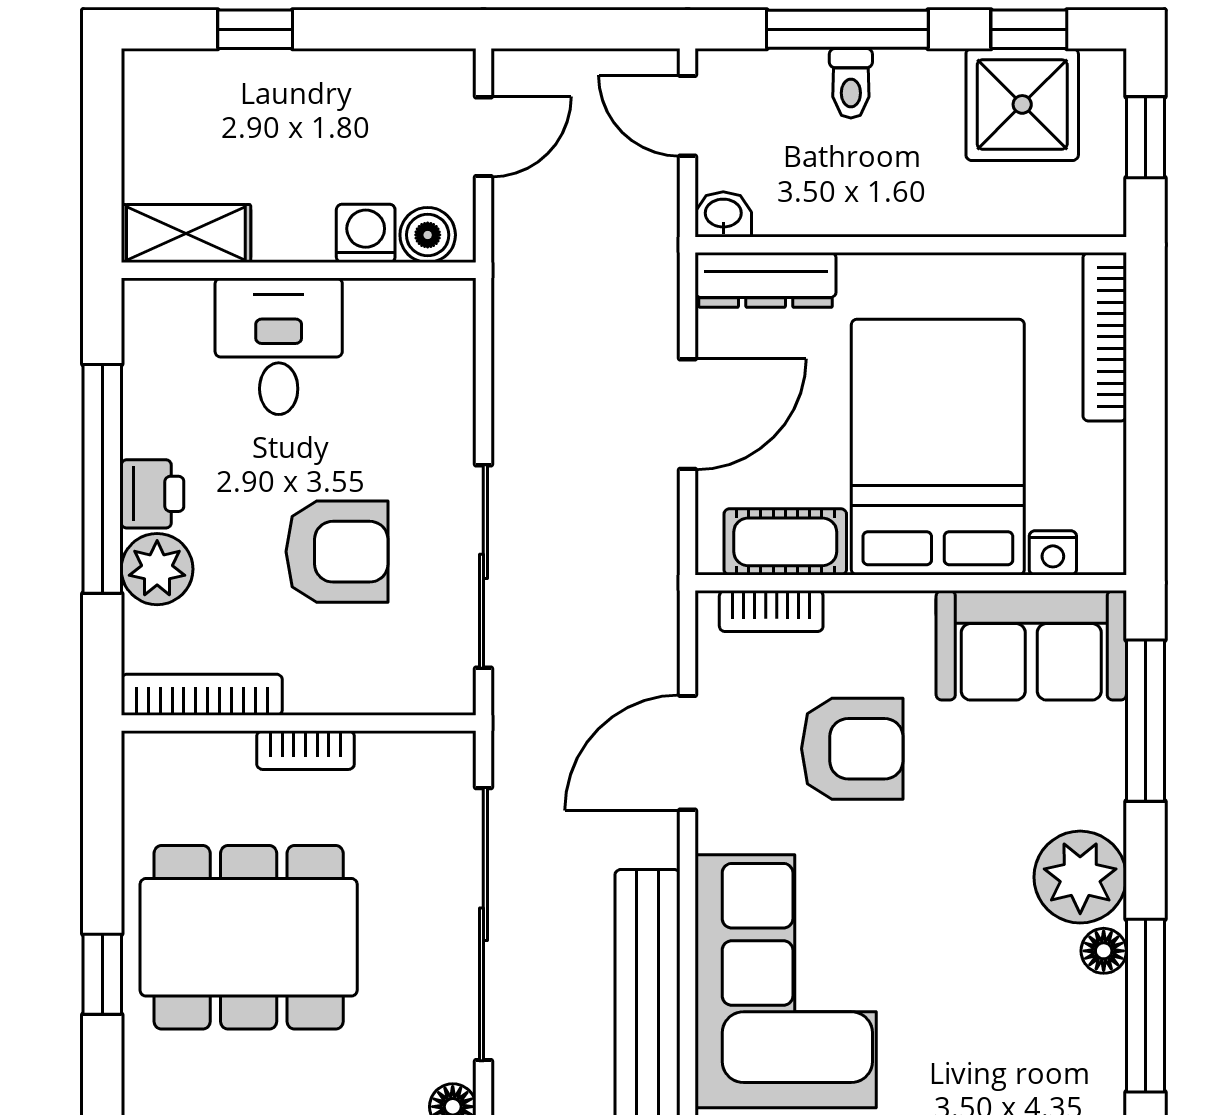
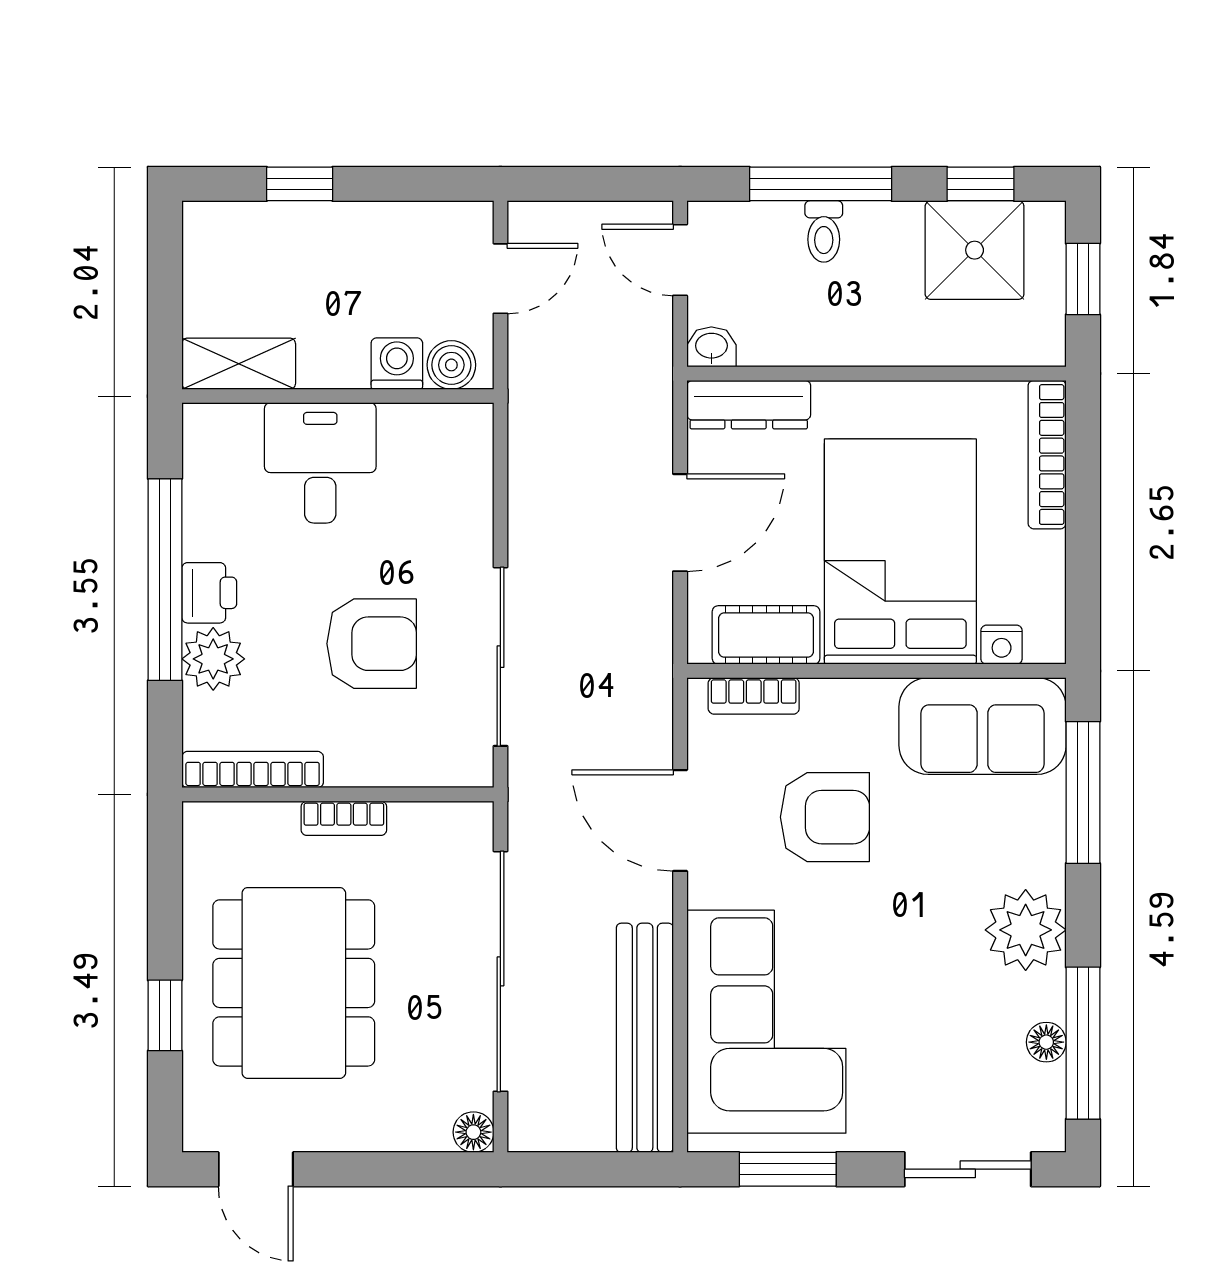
door: (688, 753) -> (680, 821), hinge flipped
dining table: (249, 937) -> (294, 983), turned 90
floor lamp: (1104, 951) -> (1046, 1042), moved

